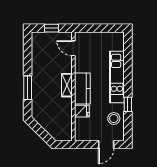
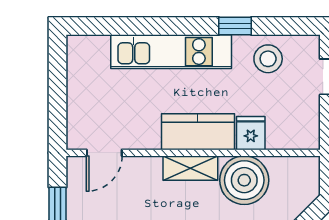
boiler: (62, 108) -> (244, 180), added

